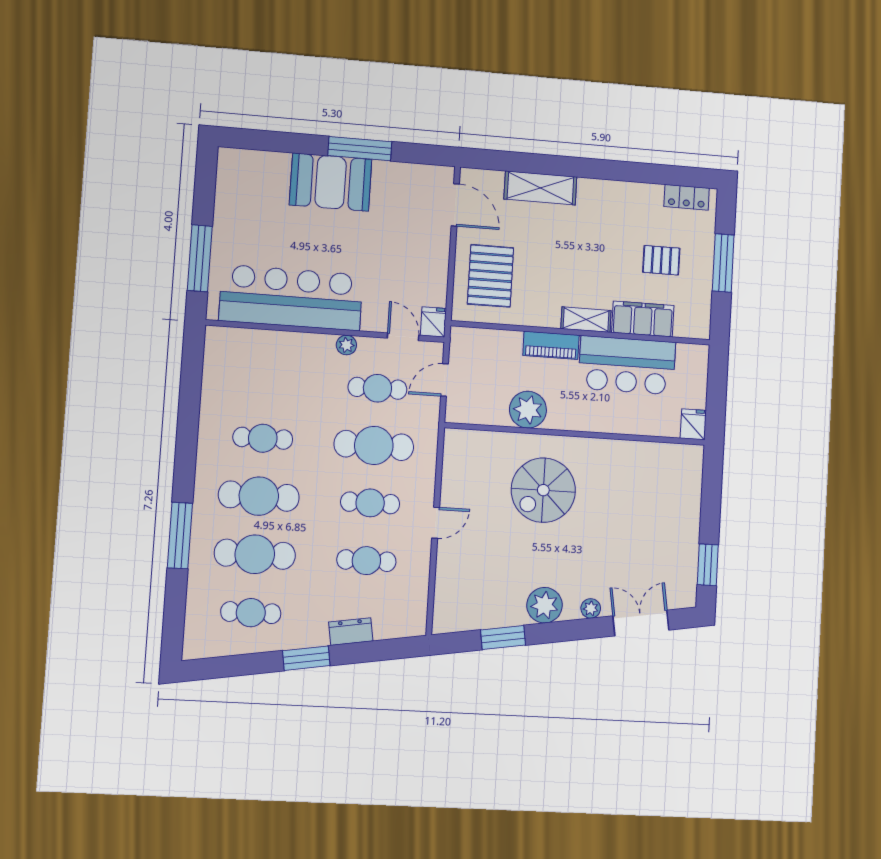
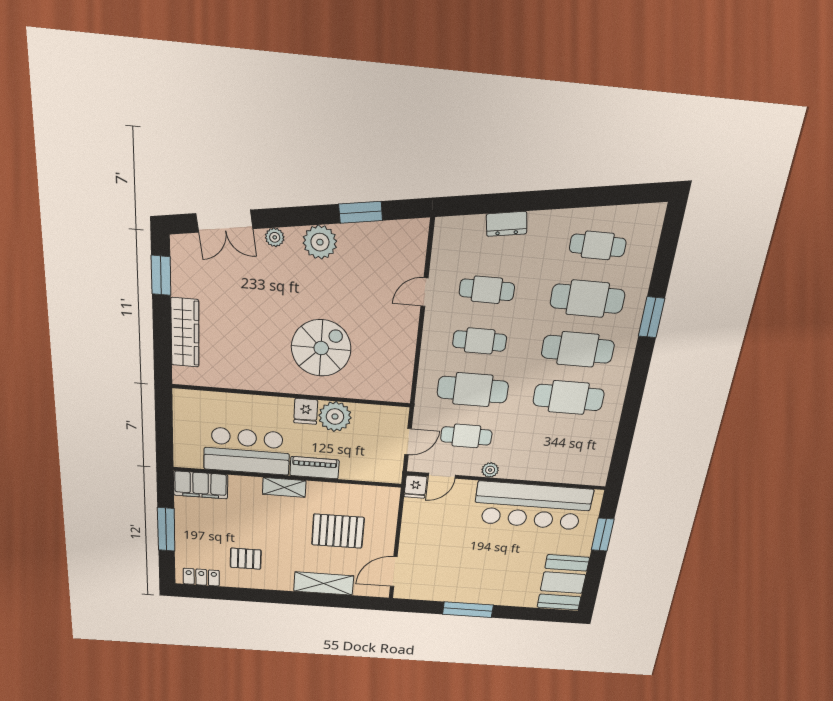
booth: (331, 182) -> (563, 583), moved, turned 90
door: (455, 205) -> (394, 572), hinge flipped
window: (200, 258) -> (603, 535), width x0.69
pallet: (661, 260) -> (246, 559), moved
pallet: (490, 276) -> (338, 531), moved, turned 90
filing cabinet: (643, 319) -> (201, 485), moved
door: (403, 337) -> (442, 476), hinge flipped
fridge: (693, 424) -> (306, 411), moved
cafe table: (263, 438) -> (569, 397), width x1.37, depth x1.35
wardrobe: (687, 504) -> (185, 333), added
door: (436, 523) -> (424, 292), moved
window: (180, 536) -> (652, 317), width x0.69
window: (306, 658) -> (551, 200), removed

